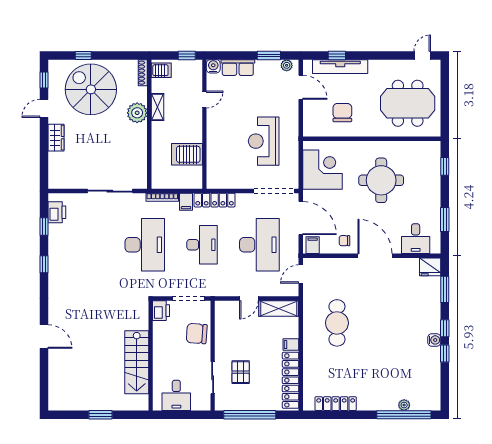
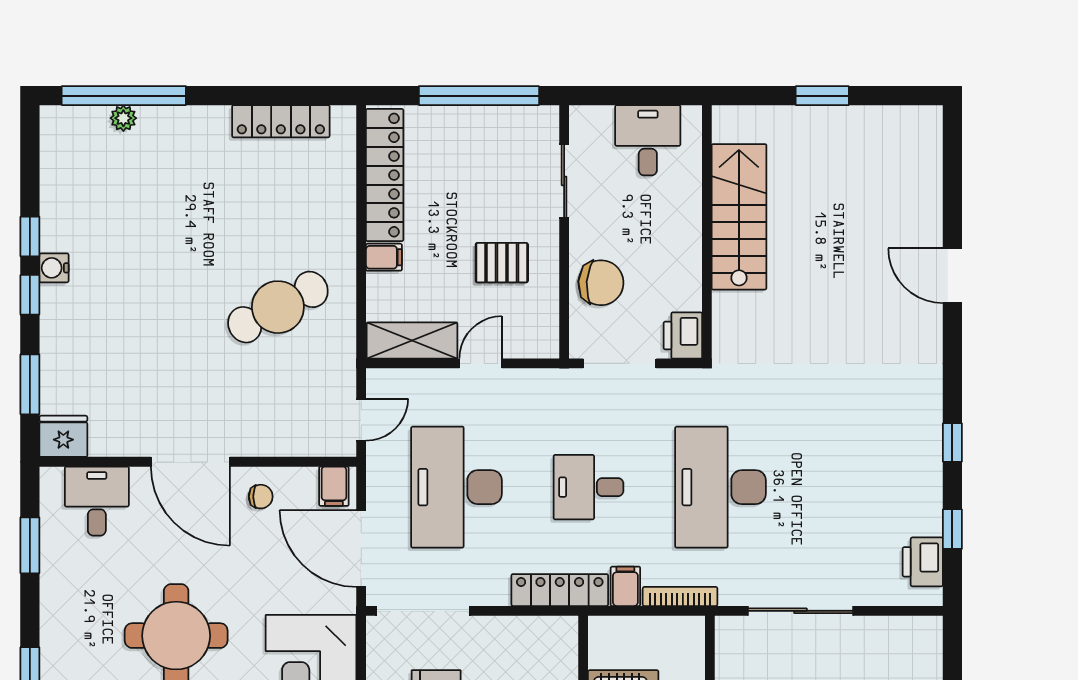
desk: (202, 245) -> (588, 487), width x0.73
cafe table: (337, 323) -> (278, 307), turned 62
pallet: (241, 372) -> (502, 263), moved, turned 90

